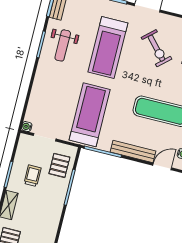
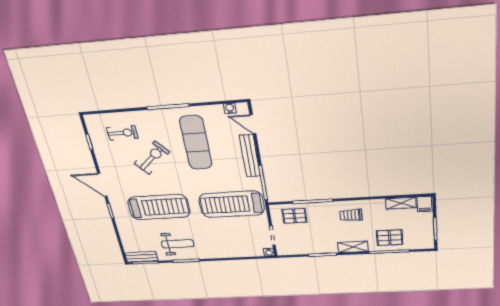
exercise bike: (157, 48) -> (152, 158), moved
trolley: (32, 176) -> (351, 215), moved

